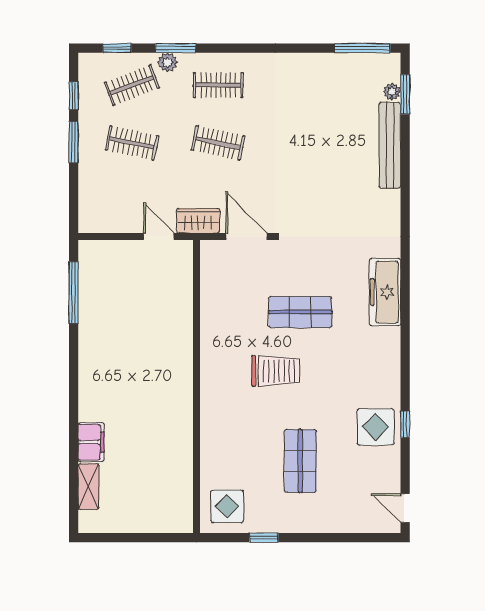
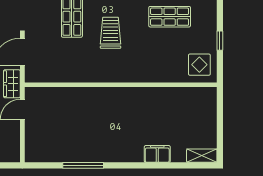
window: (74, 293) -> (83, 165), moved
shelving: (88, 486) -> (202, 156), moved

